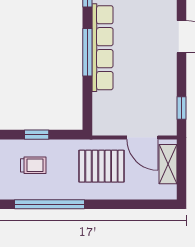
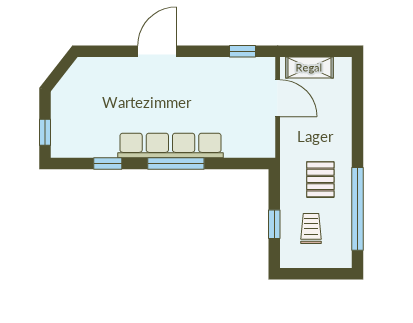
door: (142, 137) -> (278, 98), hinge flipped
pallet: (101, 166) -> (320, 179), moved, width x0.67, depth x0.71

